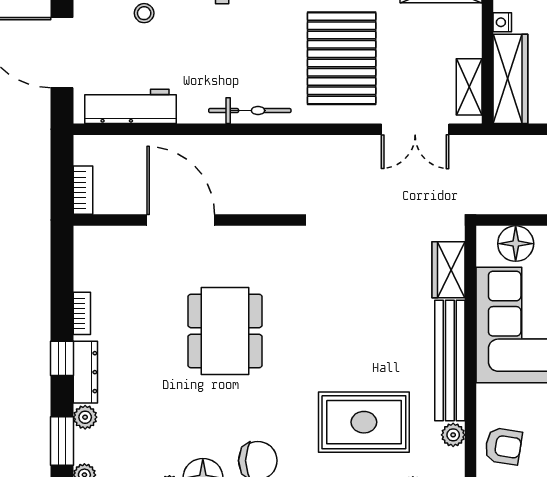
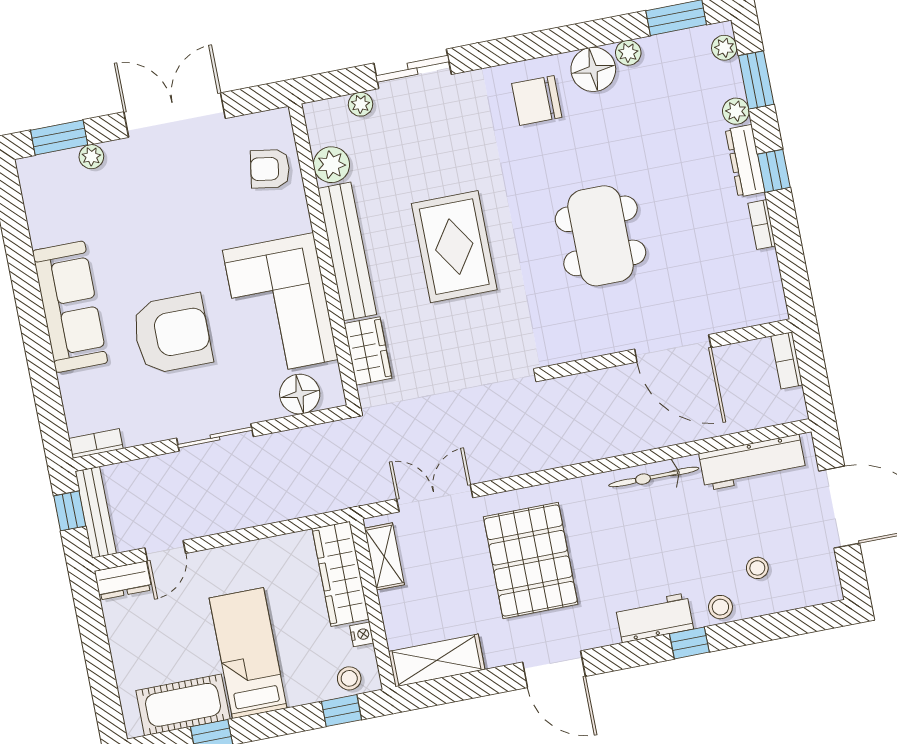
bicycle: (250, 111) -> (654, 477), moved
rug: (364, 422) -> (454, 247), moved, turned 90
plant: (453, 435) -> (331, 165), width x1.38, depth x1.38

